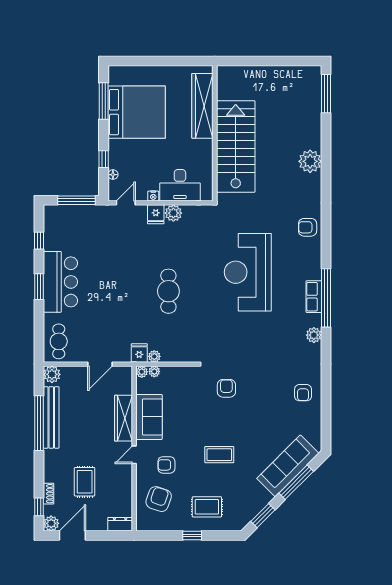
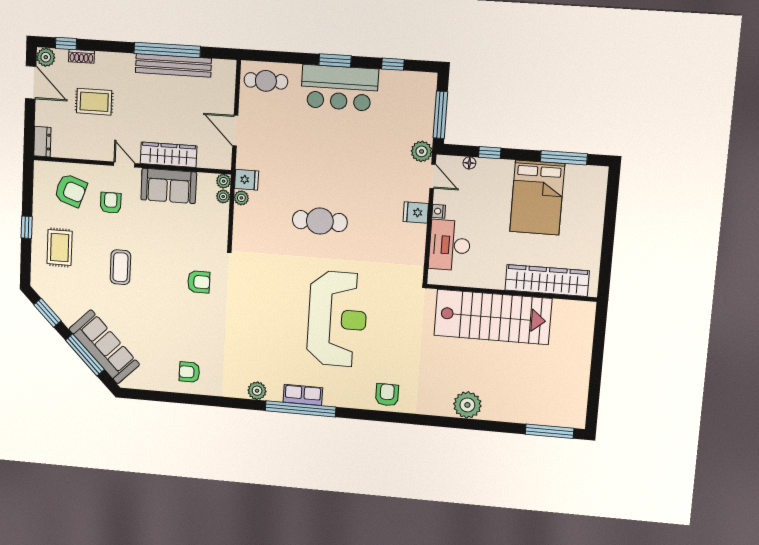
bed: (137, 112) -> (537, 198), width x0.73
plant: (173, 213) -> (422, 151), moved
reception desk: (248, 272) -> (337, 319), turned 90
plant: (52, 374) -> (226, 70), removed

